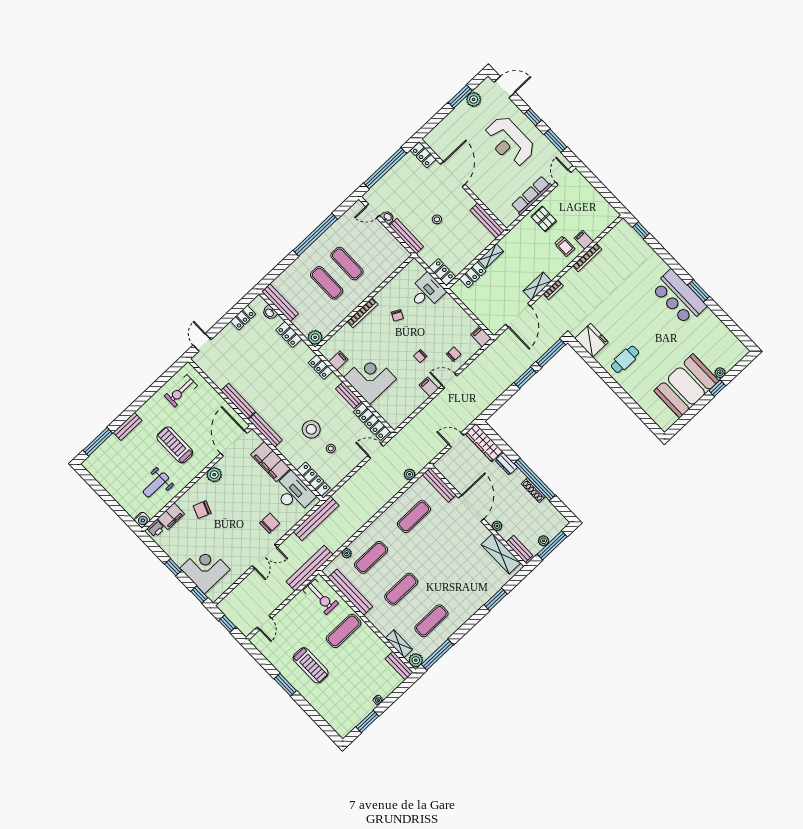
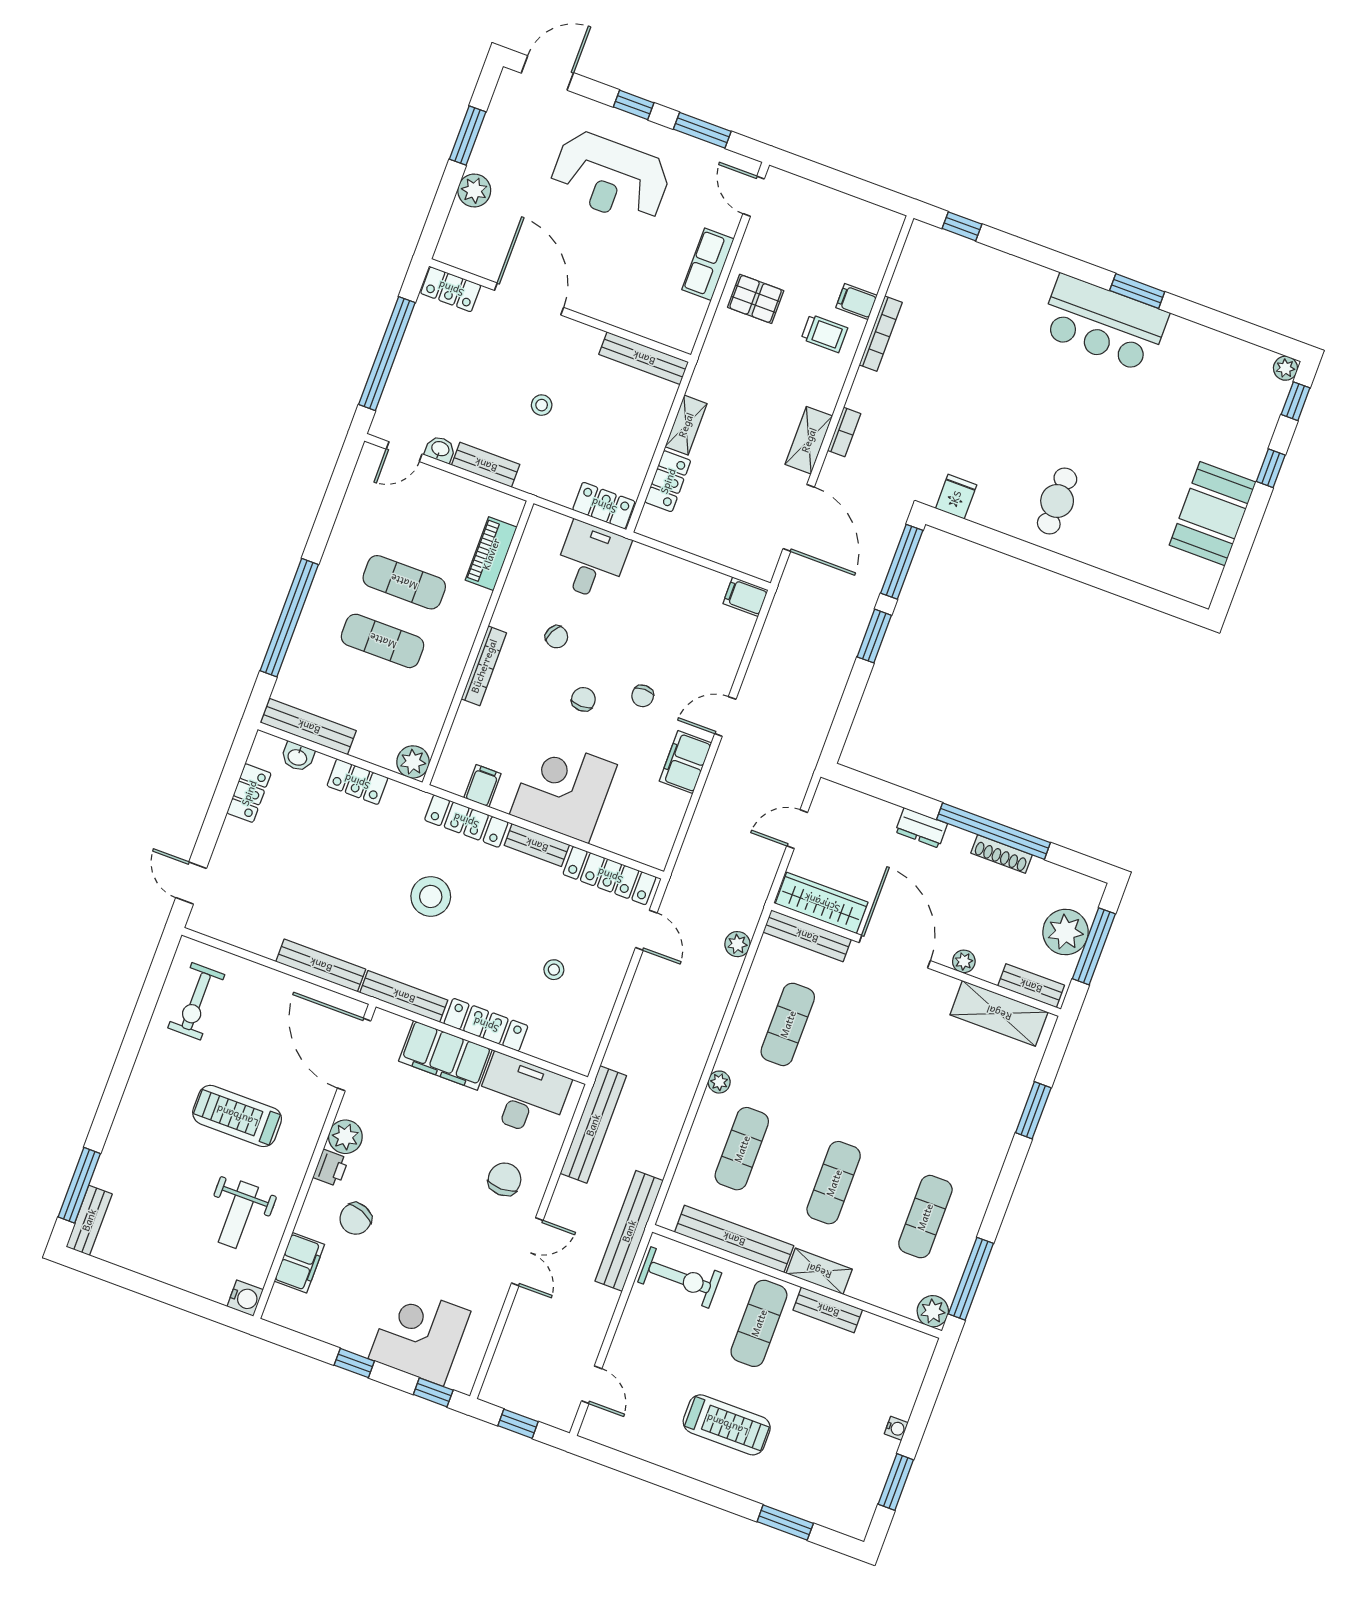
plant: (474, 99) -> (474, 190), moved
row of seats: (531, 196) -> (708, 264), width x0.68
window: (315, 235) -> (289, 618), moved
bench: (406, 236) -> (486, 465), width x0.73
piano: (387, 269) -> (491, 554), added
fridge: (592, 340) -> (956, 497), width x0.53, depth x0.75
chair: (454, 354) -> (583, 699), moved
window: (740, 366) -> (1296, 401), added
locker: (320, 367) -> (466, 821), width x1.53
plant: (720, 373) -> (1285, 368), moved
booth: (686, 386) -> (1213, 514), width x0.73, depth x0.70
filing cabinet: (429, 387) -> (685, 762), width x2.00
bench: (128, 426) -> (89, 1220), moved
stool: (311, 429) -> (431, 896), moved
wardrobe: (484, 443) -> (822, 903), moved, turned 180
door: (376, 451) -> (646, 930), swing flipped
locker: (313, 479) -> (486, 1025), moved
printer: (156, 528) -> (331, 1168), moved
plant: (543, 541) -> (1066, 932), width x1.88, depth x1.88
plant: (347, 553) -> (719, 1082), moved
shelving: (399, 644) -> (819, 1271), moved
bench: (399, 666) -> (828, 1310), moved
window: (285, 685) -> (785, 1523), moved

